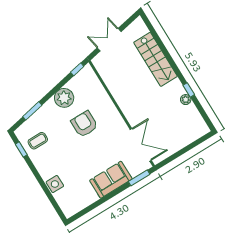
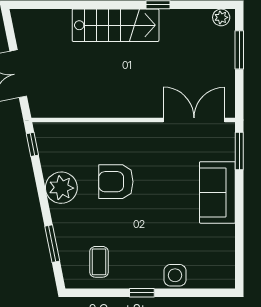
stairs: (156, 59) -> (116, 25), moved
plant: (186, 100) -> (221, 17), moved
window: (191, 146) -> (239, 50), added
window: (21, 149) -> (142, 293), moved

